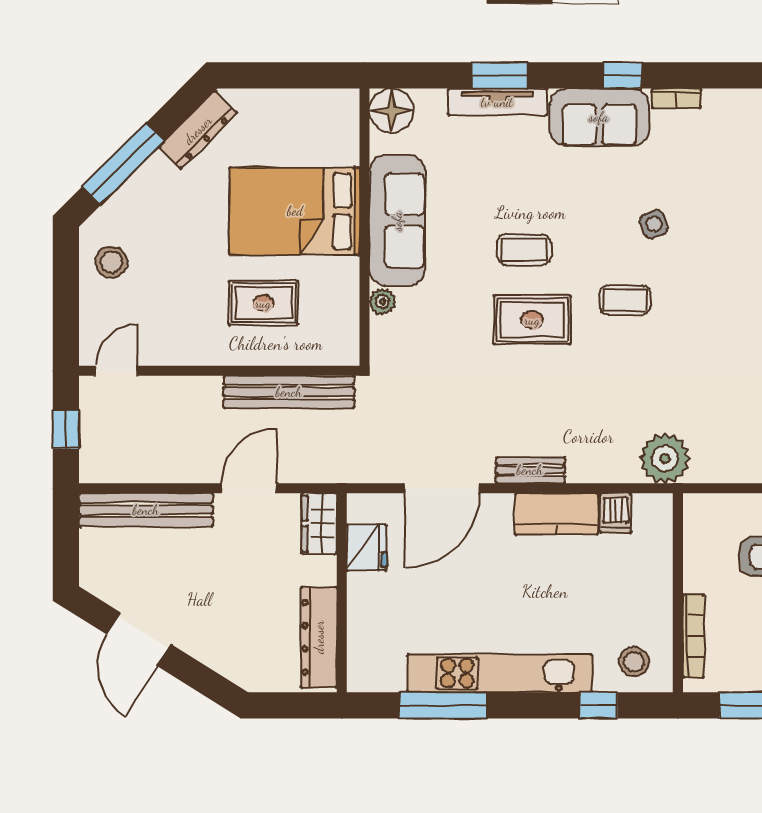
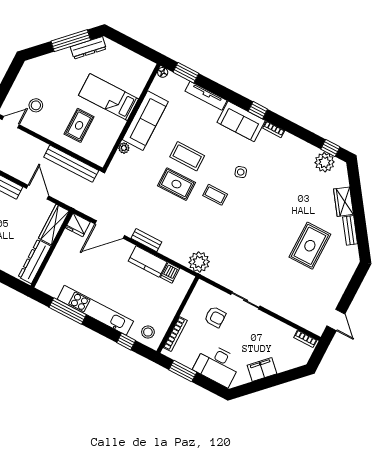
window: (500, 75) -> (186, 73), moved
floor lamp: (392, 111) -> (163, 72), width x0.53, depth x0.53
window: (123, 164) -> (71, 41), moved
bed: (295, 211) -> (109, 97), width x0.67
coffee table: (524, 250) -> (187, 156), width x1.36, depth x1.30
stool: (111, 262) -> (36, 105), moved
rug: (263, 303) -> (79, 125), turned 90
door: (249, 488) -> (38, 192), hinge flipped
wardrobe: (319, 524) -> (54, 225), width x1.50
fridge: (367, 548) -> (78, 225), moved, turned 90

